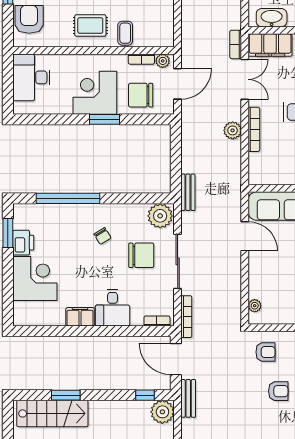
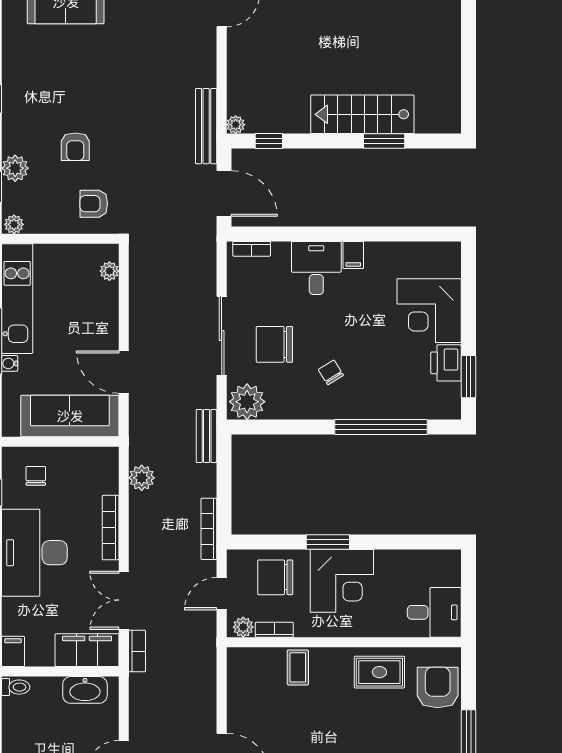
armchair: (29, 19) -> (438, 687), turned 180
rug: (90, 25) -> (379, 672), moved
desk: (31, 77) -> (434, 612), width x0.73
door: (178, 84) -> (222, 594), width x0.73
chair: (141, 95) -> (275, 577), turned 180
plant: (233, 130) -> (142, 478), moved
filing cabinet: (80, 317) -> (353, 255), width x0.50
bookcase: (186, 317) -> (209, 529), moved
armchair: (278, 391) -> (75, 147), turned -90
bench: (188, 398) -> (206, 126), width x1.36
plant: (162, 412) -> (236, 125), width x0.53, depth x0.53
stairs: (52, 413) -> (362, 114), moved

